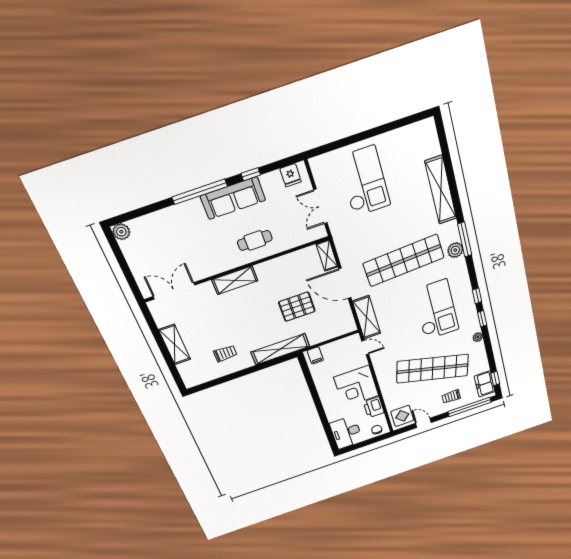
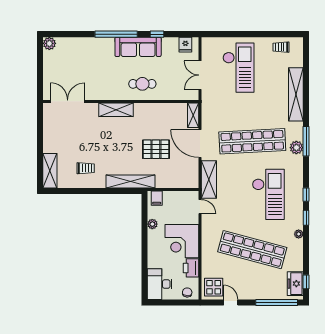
shelving: (175, 345) -> (50, 171), moved
plant: (320, 382) -> (152, 224), added
trolley: (451, 397) -> (281, 47), moved

